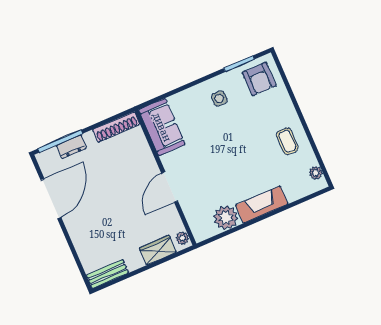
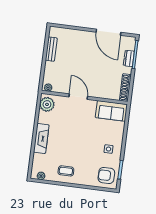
plant: (226, 218) -> (47, 104), moved
wardrobe: (158, 250) -> (50, 71), removed
bench: (107, 274) -> (51, 49), moved

